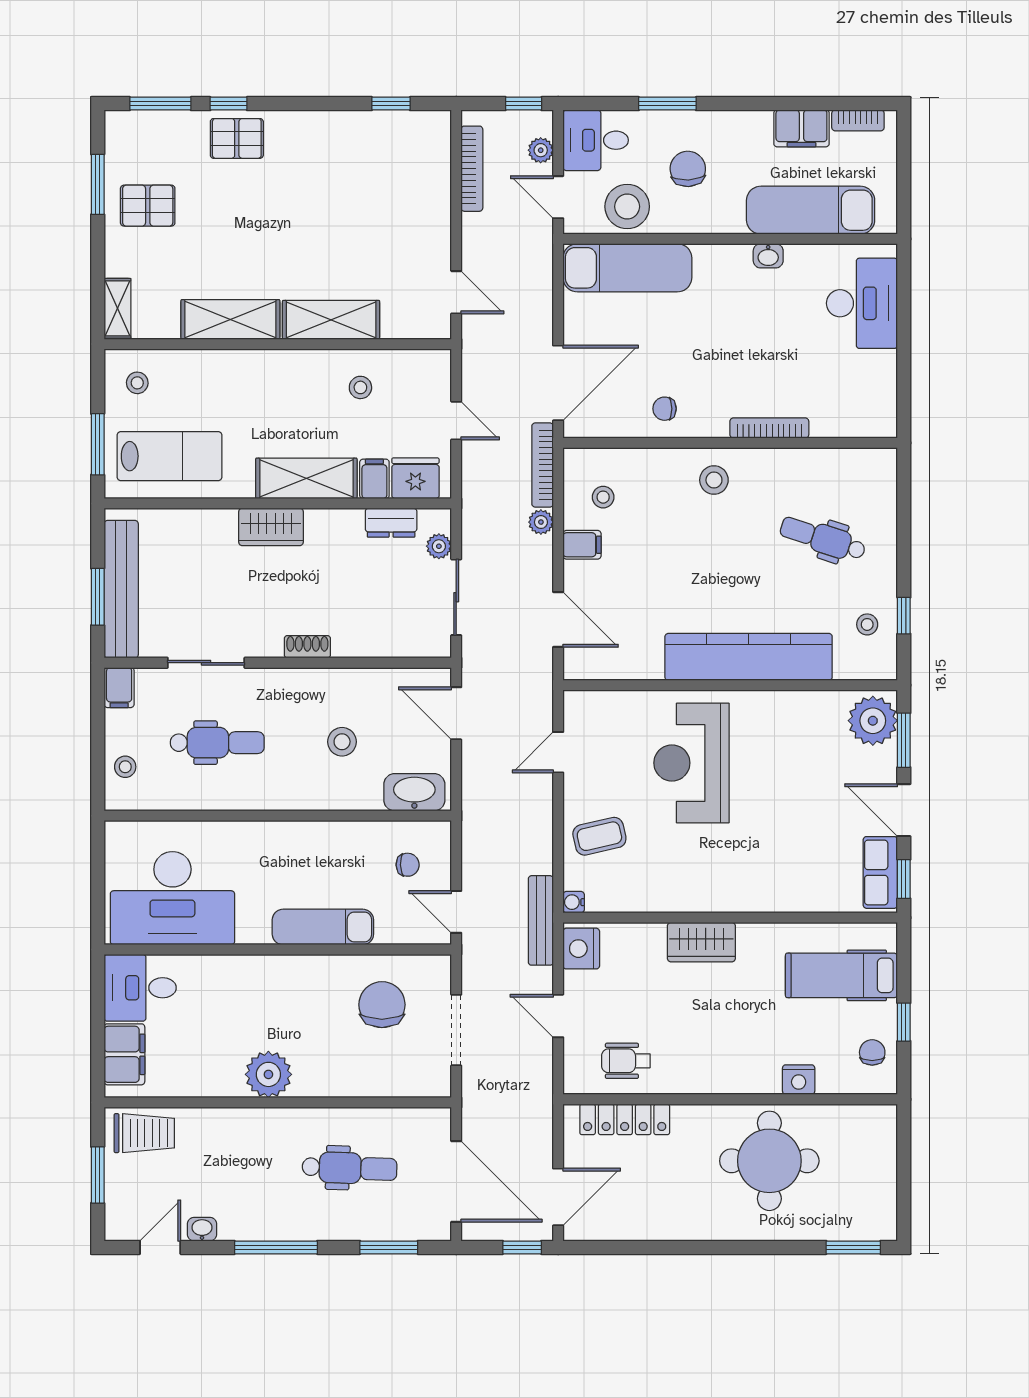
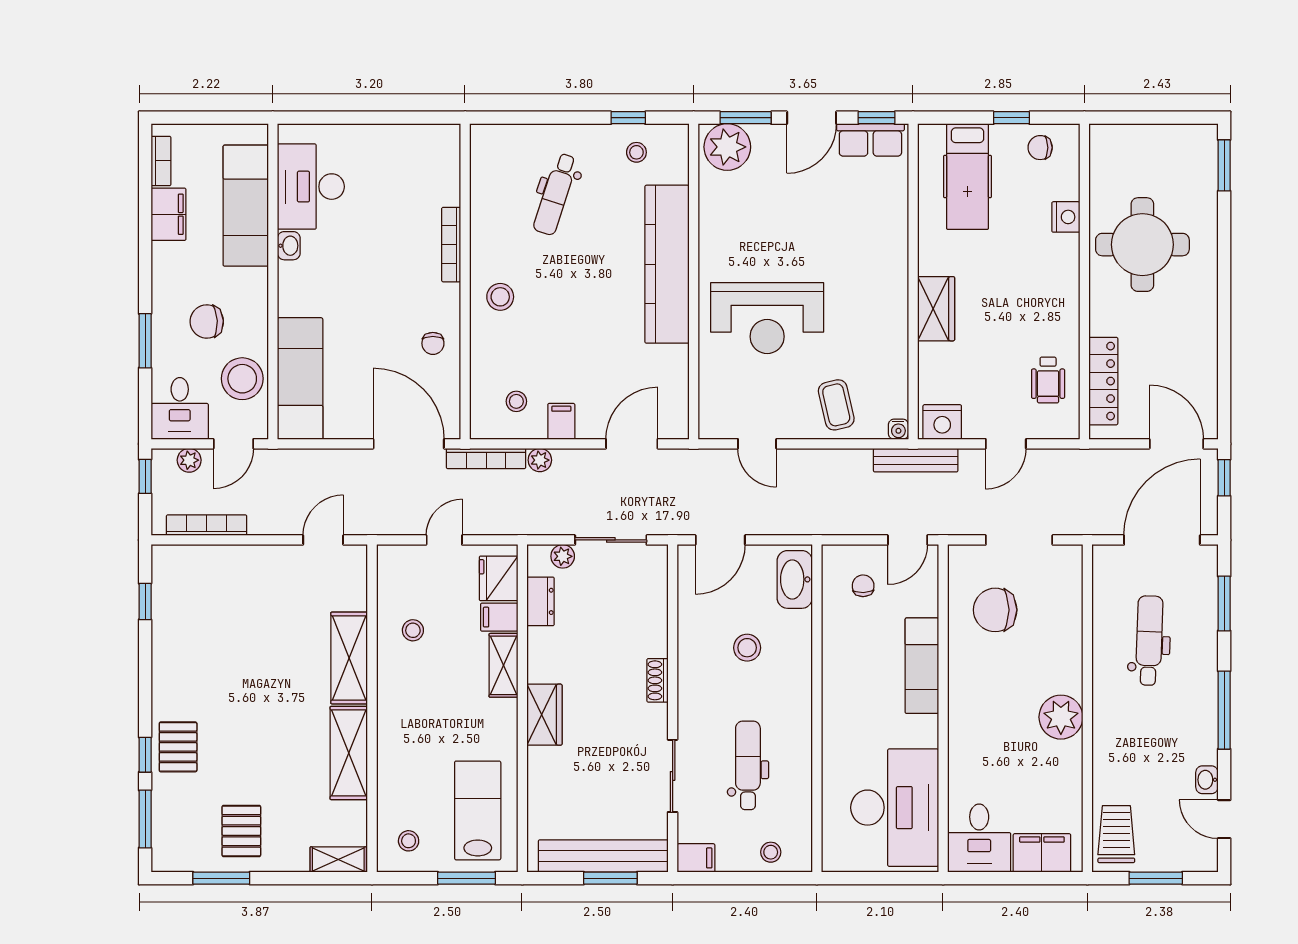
desk: (862, 303) -> (311, 187), moved, turned -90
shelving: (306, 478) -> (503, 665), width x0.67, depth x0.75

